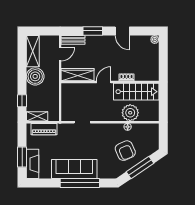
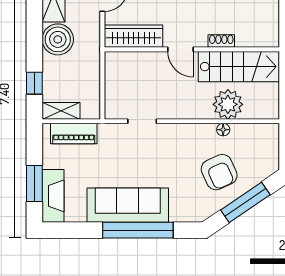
door: (104, 82) -> (181, 49), swing flipped

